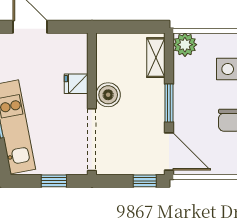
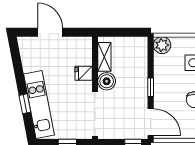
shelving: (156, 58) -> (104, 57), moved
window: (169, 103) -> (151, 87), width x0.67

